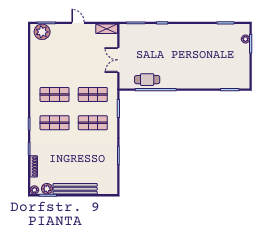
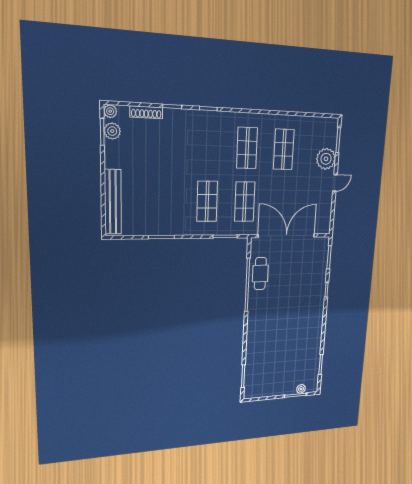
shelving: (107, 29) -> (325, 220), removed
plant: (42, 32) -> (326, 159), moved
double door: (118, 60) -> (287, 236), width x1.87
shop shelf: (55, 123) -> (284, 149), moved
bench: (75, 189) -> (113, 202), moved

